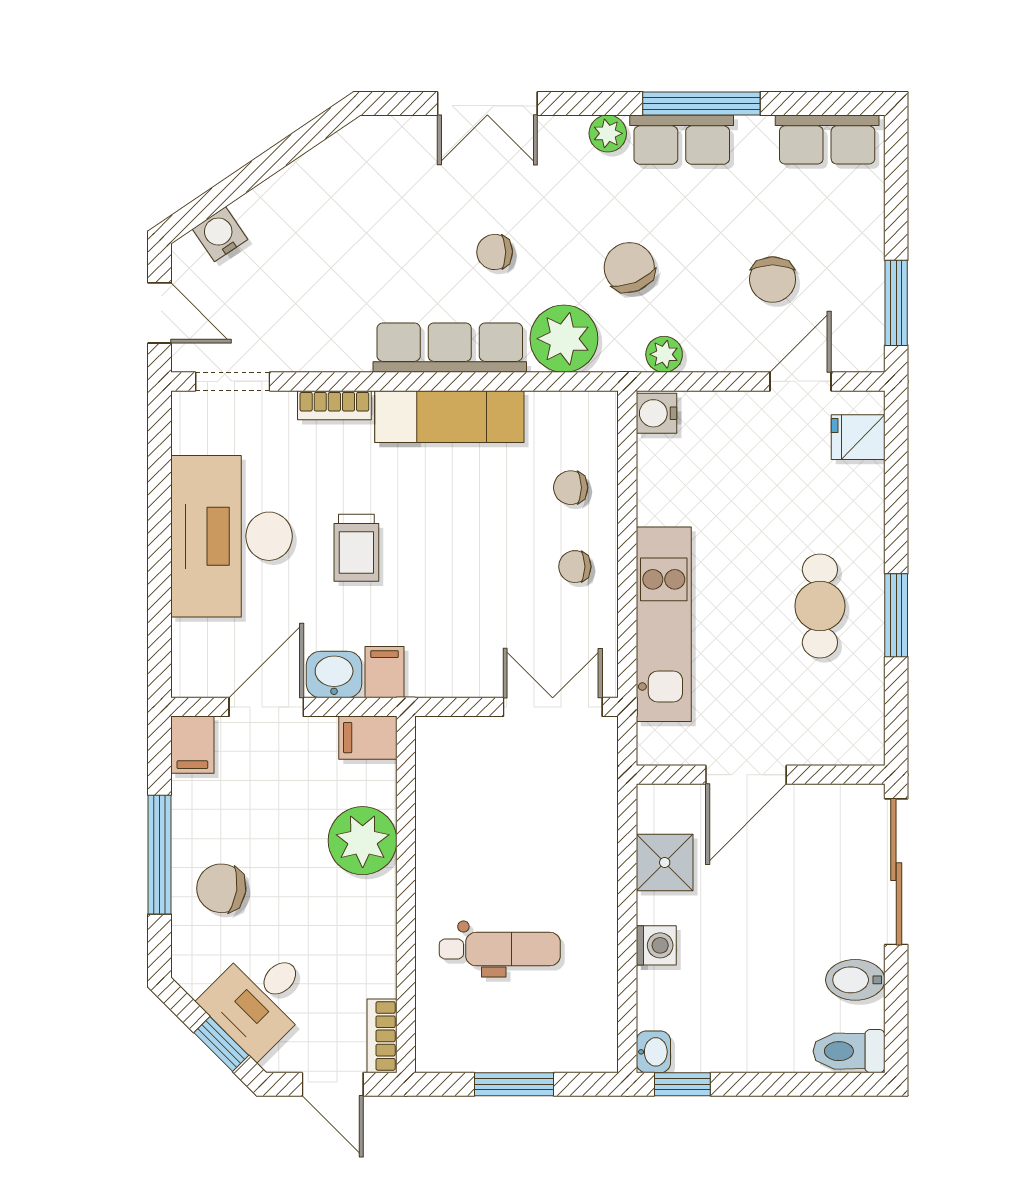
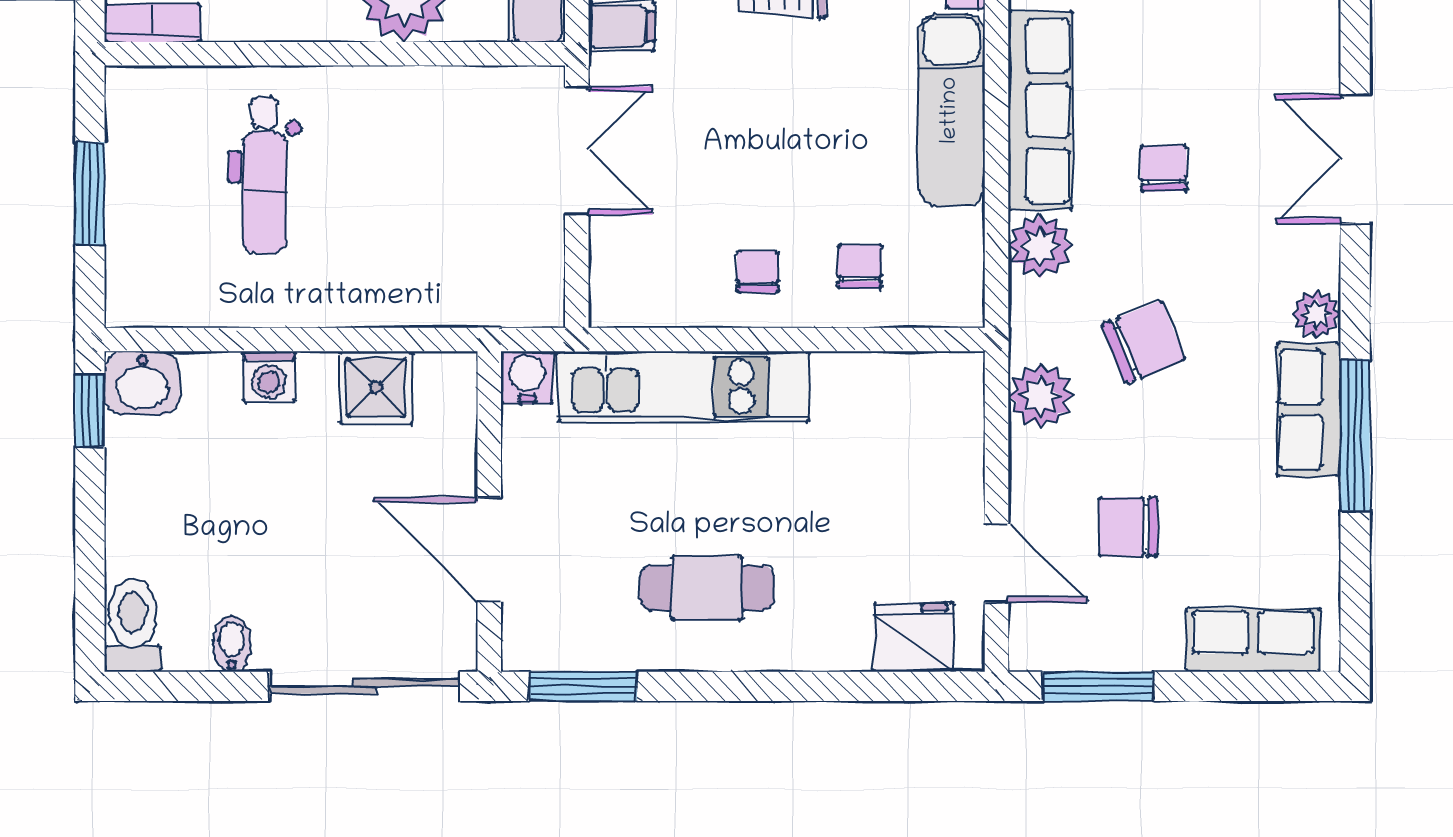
row of seats: (827, 140) -> (1253, 640), moved, turned 90
plant: (564, 339) -> (1040, 246), width x0.73, depth x0.73
plant: (664, 354) -> (1040, 396), width x1.38, depth x1.38
water cooler: (657, 413) -> (527, 377), moved
fridge: (858, 437) -> (914, 637), width x1.38
window: (896, 615) -> (583, 686), moved
double door: (553, 707) -> (577, 151), moved
door: (746, 775) -> (489, 549), moved
bidet: (855, 980) -> (232, 644), width x0.72, depth x0.74
washbasin: (653, 1052) -> (142, 383), width x1.38, depth x1.45

